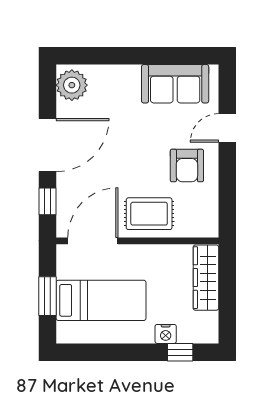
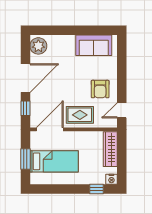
door: (227, 128) -> (122, 110), moved
nightstand: (166, 334) -> (111, 179), moved

